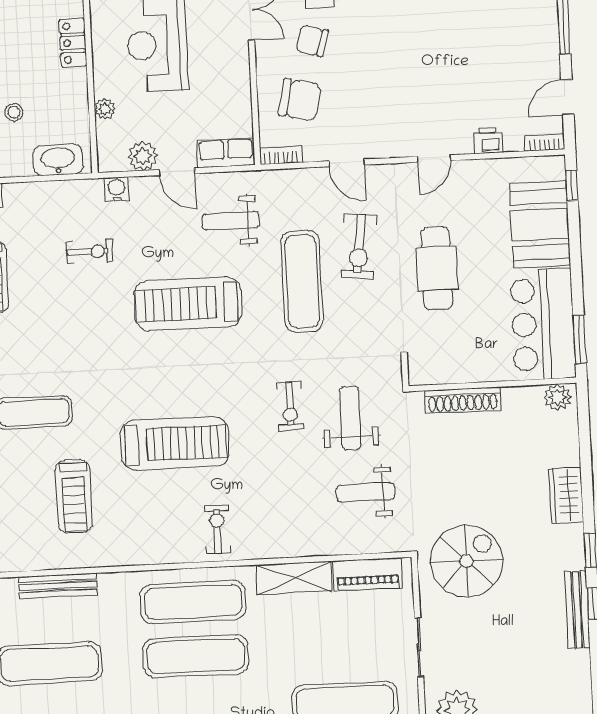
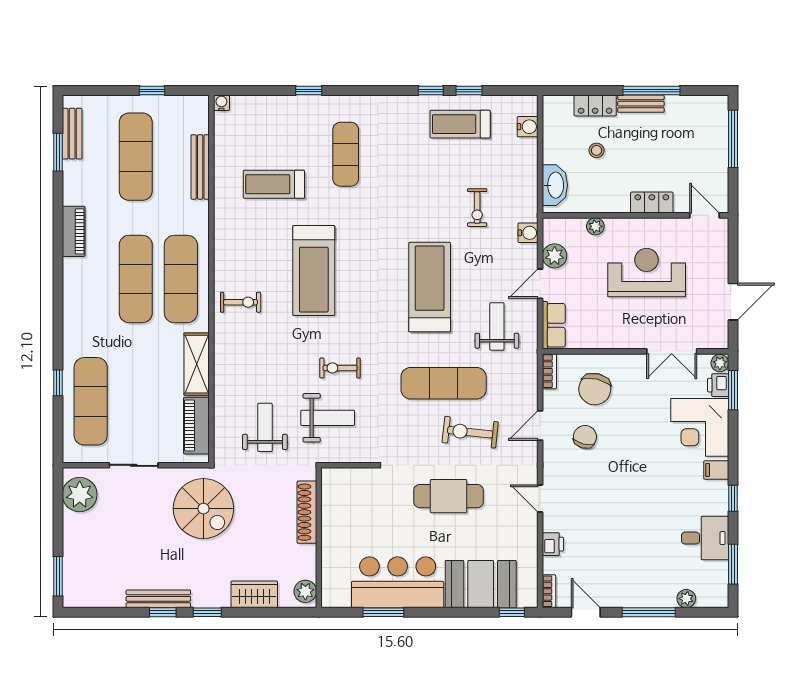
chair: (312, 41) -> (585, 437), moved
wall: (492, 384) -> (319, 538), moved
plant: (558, 397) -> (305, 591), moved
shoe rack: (463, 400) -> (307, 512), moved

